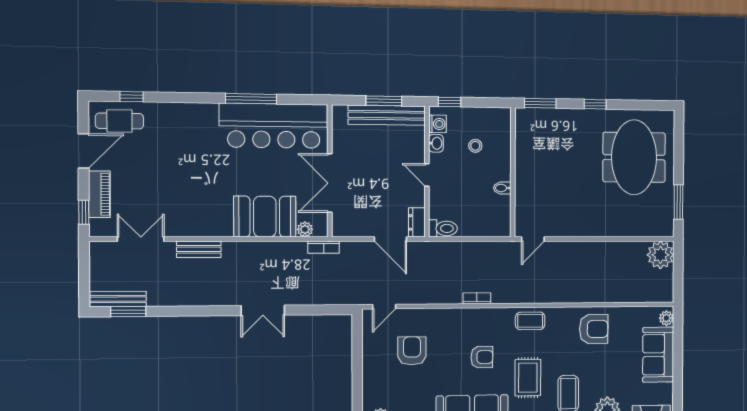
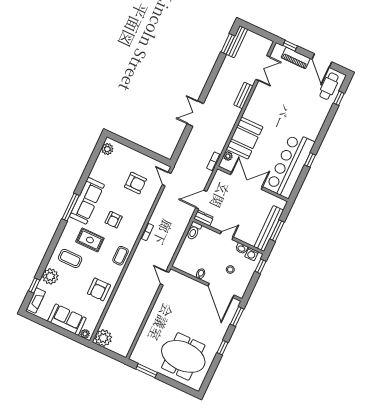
window: (251, 99) -> (310, 160), width x0.46
door: (513, 145) -> (221, 291), added
plant: (660, 255) -> (103, 338), moved

